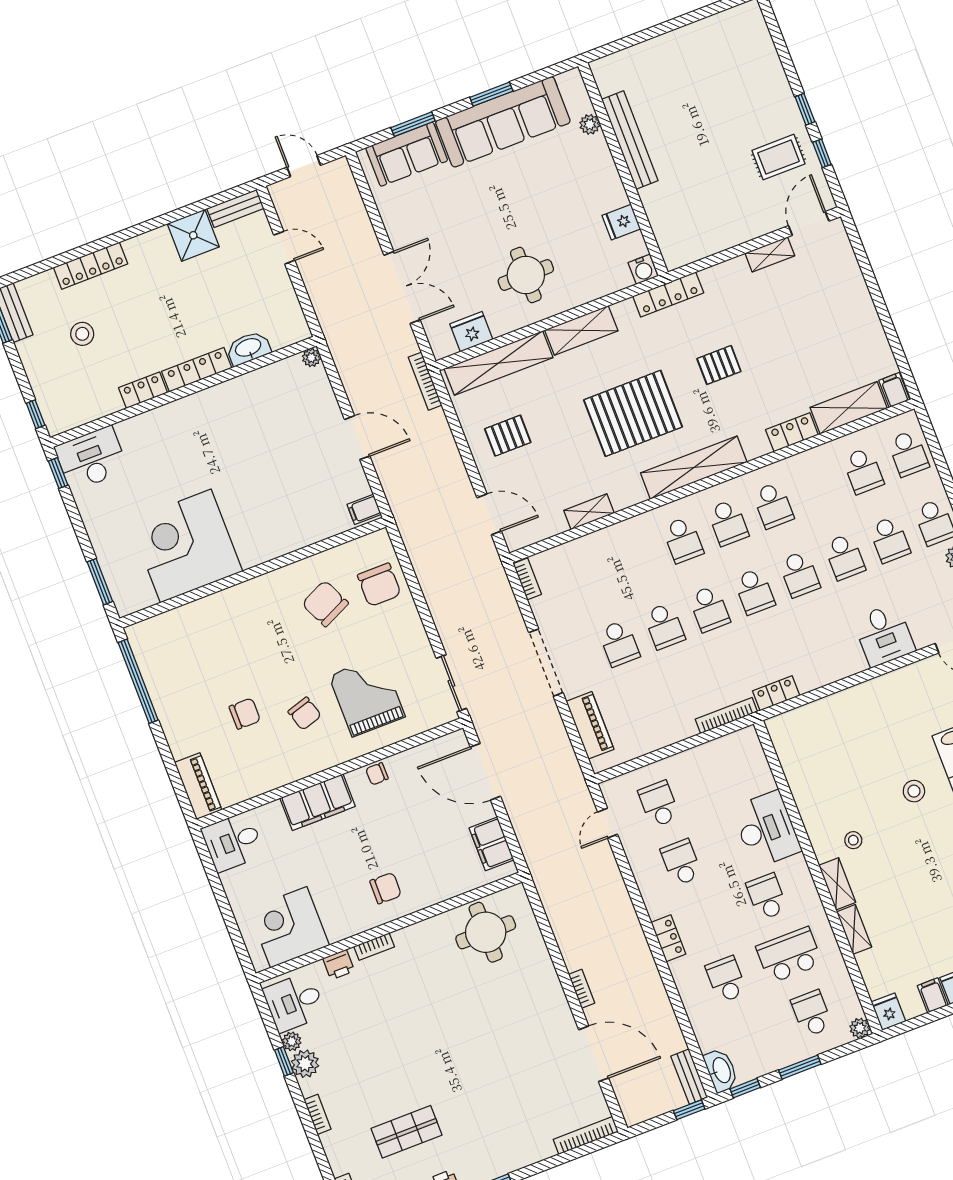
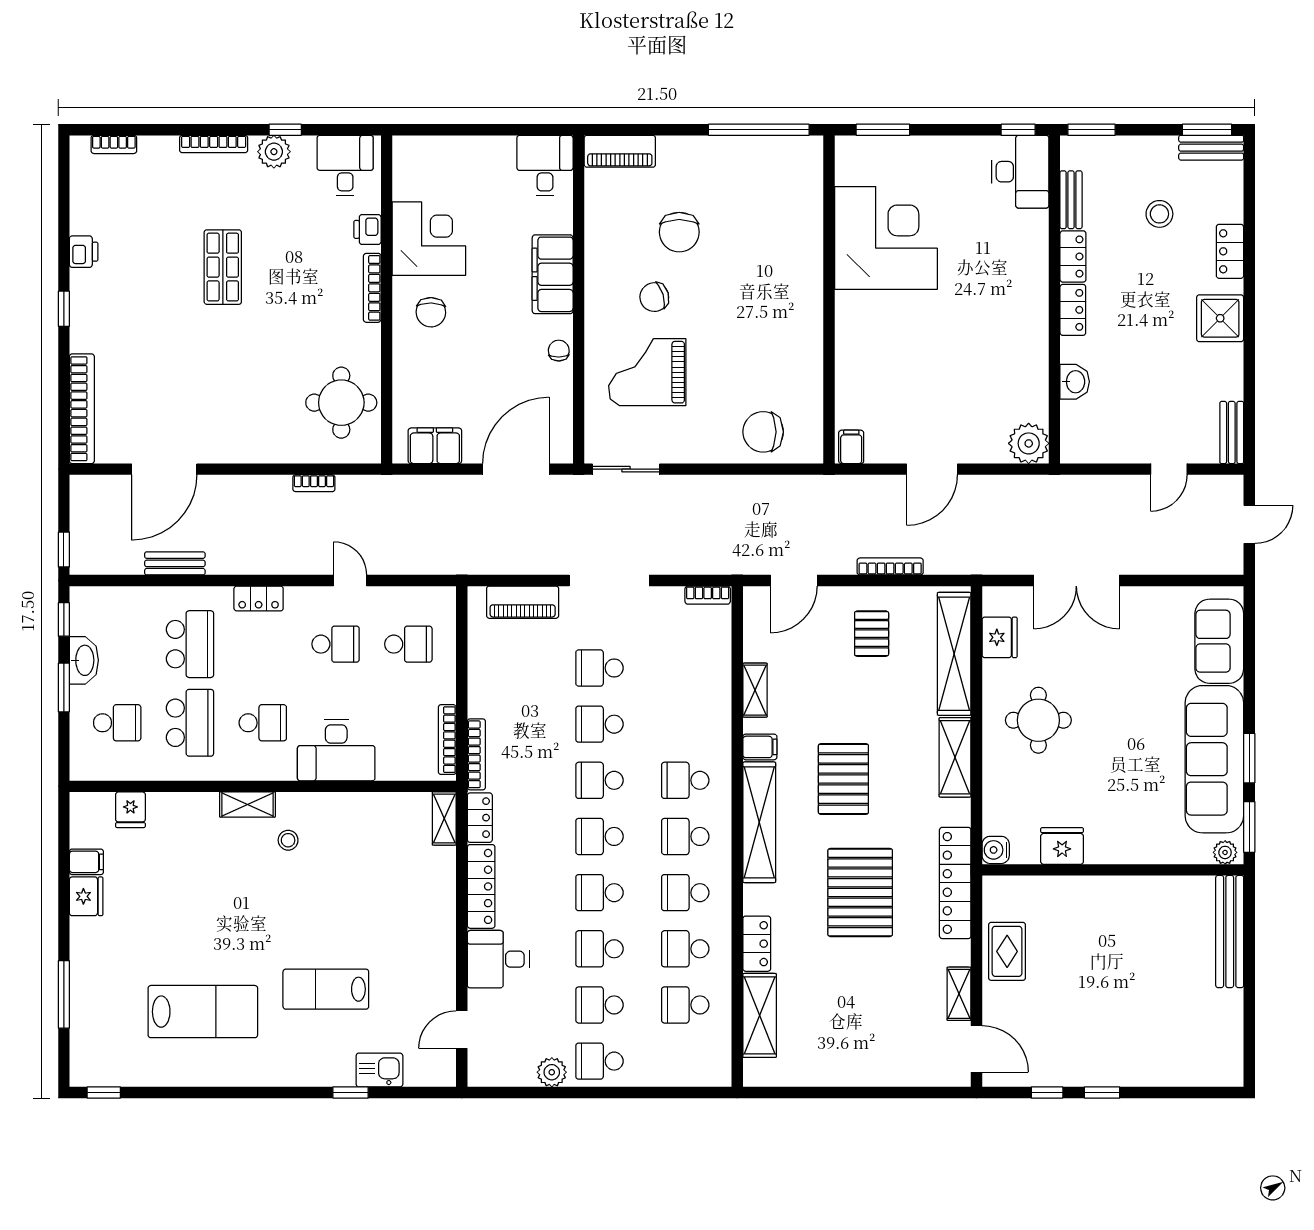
window: (413, 124) -> (1249, 827), moved
plant: (590, 124) -> (1225, 852), moved
bench: (630, 140) -> (1230, 932), moved, turned 90
rug: (778, 157) -> (1007, 951), moved
fridge: (621, 222) -> (1062, 846), width x1.38
shower: (193, 235) -> (1220, 318), moved
locker: (91, 266) -> (1230, 251), width x0.66
locker: (668, 294) -> (955, 883), width x1.41, depth x1.21
washbasin: (248, 348) -> (1075, 382), width x0.72
plant: (311, 358) -> (1029, 443), width x1.88, depth x1.88
pallet: (719, 365) -> (860, 892), width x2.05, depth x2.00
locker: (197, 370) -> (1073, 310), width x0.66
bookcase: (425, 381) -> (890, 566), moved
filing cabinet: (894, 390) -> (760, 747), moved
bench: (98, 409) -> (1071, 200), added
pallet: (633, 413) -> (843, 779), width x0.73, depth x0.71
window: (36, 414) -> (1092, 130), width x1.50
school desk: (908, 453) -> (685, 949), moved
chair: (325, 604) -> (765, 365), removed
locker: (831, 671) -> (481, 886), added
grand piano: (367, 696) -> (647, 372), turned 180
chair: (245, 714) -> (679, 232), width x1.37, depth x1.37
bookcase: (723, 743) -> (447, 740), added
stool: (914, 791) -> (316, 927), removed
door: (608, 823) -> (350, 580), moved
corner desk: (289, 927) -> (429, 239), moved
shelving: (854, 929) -> (444, 818), moved, turned 90
bookcase: (374, 947) -> (372, 288), width x1.56
school desk: (726, 979) -> (190, 644), width x1.85
bookcase: (582, 989) -> (314, 483), moved
fridge: (888, 1012) -> (130, 810), moved, turned 90
plant: (860, 1028) -> (81, 769), removed
plant: (292, 1041) -> (304, 146), removed
washbasin: (721, 1070) -> (84, 660), moved, turned -90
bench: (689, 1077) -> (175, 563), moved
bookcase: (317, 1114) -> (214, 144), width x1.56
shop shelf: (407, 1132) -> (223, 267), moved
bookcase: (586, 1135) -> (82, 409), width x1.48, depth x1.31

